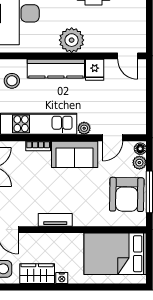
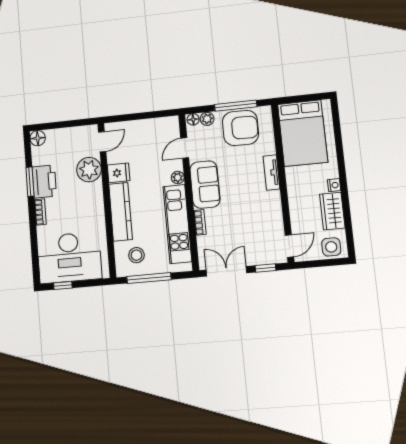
plant: (72, 40) -> (89, 170), moved
door: (113, 138) -> (185, 148), swing flipped
tv unit: (55, 220) -> (271, 172), moved

